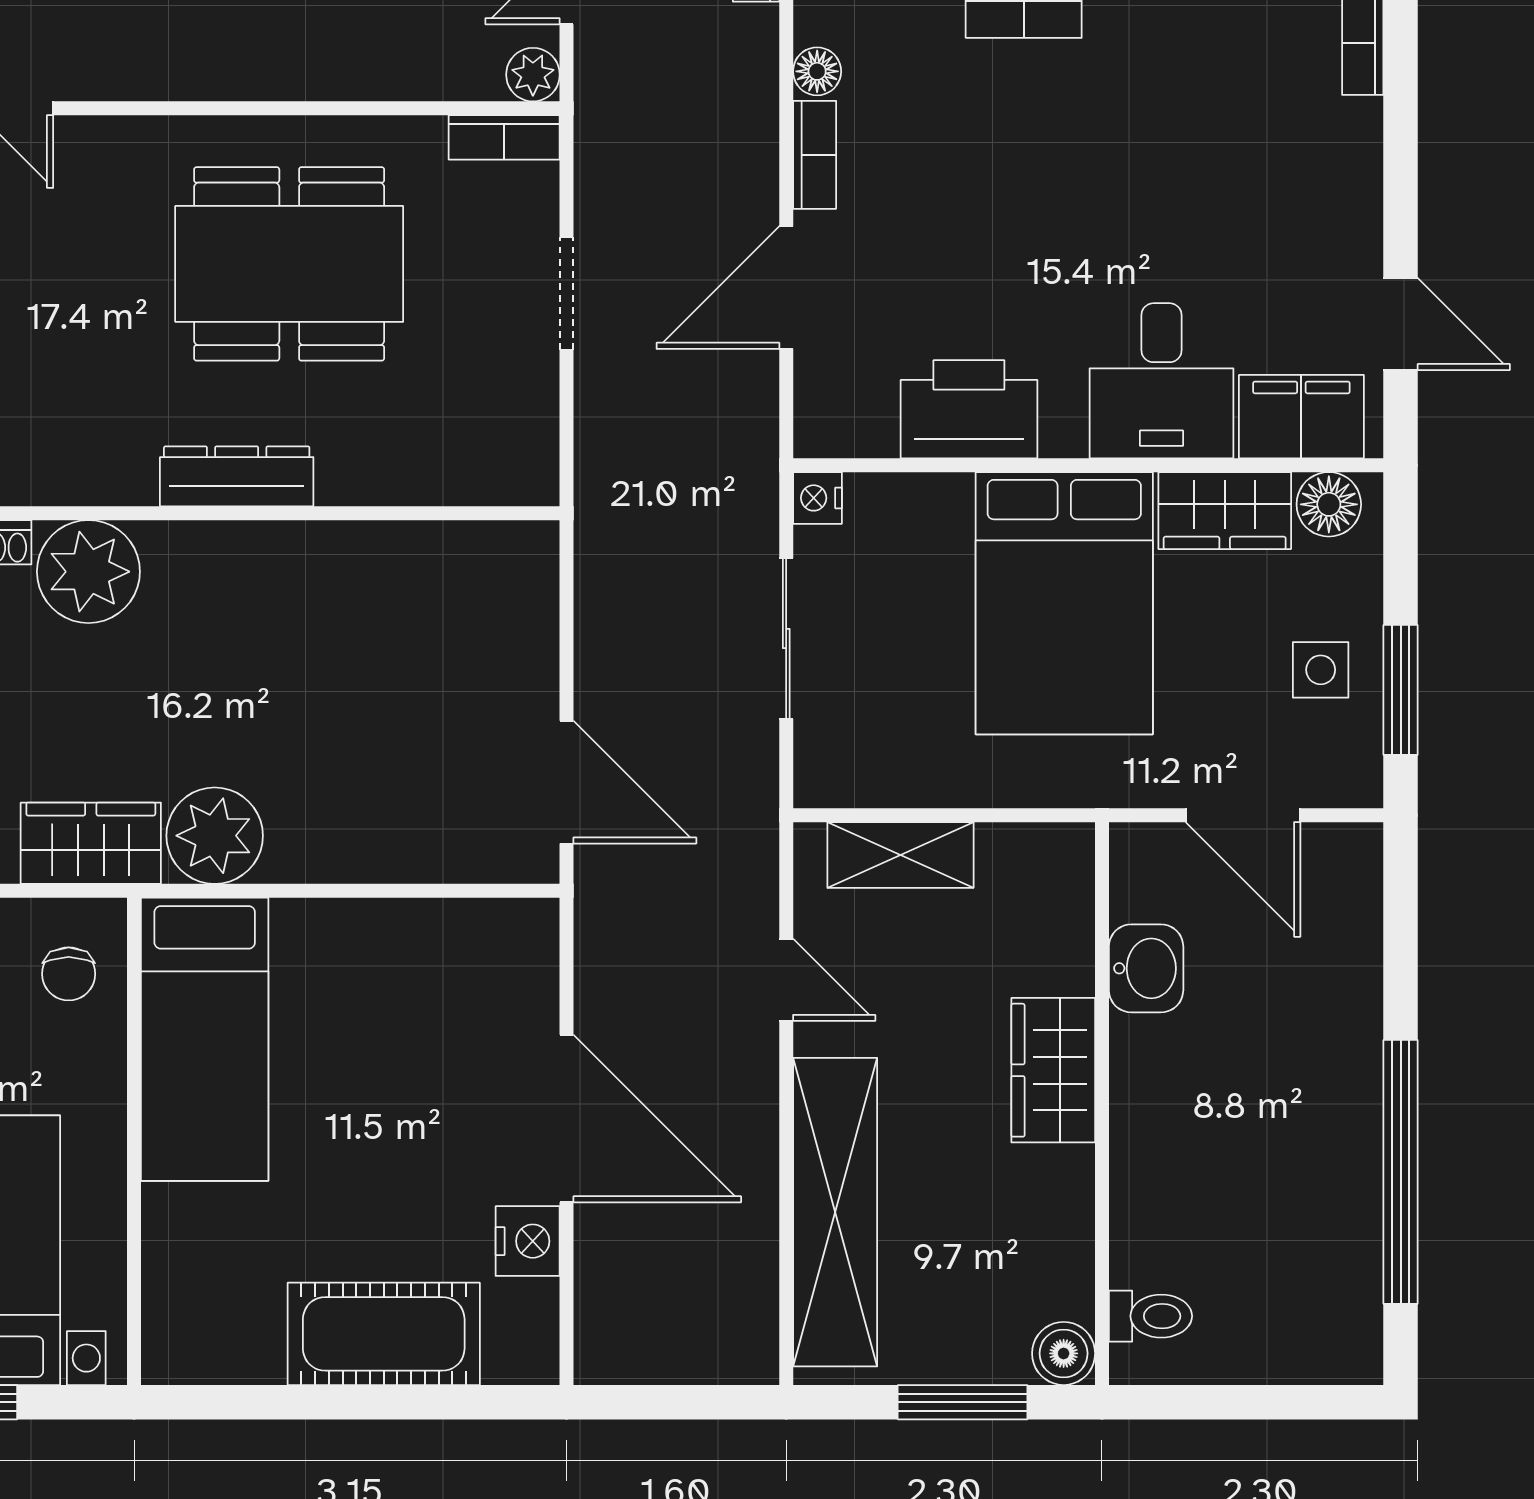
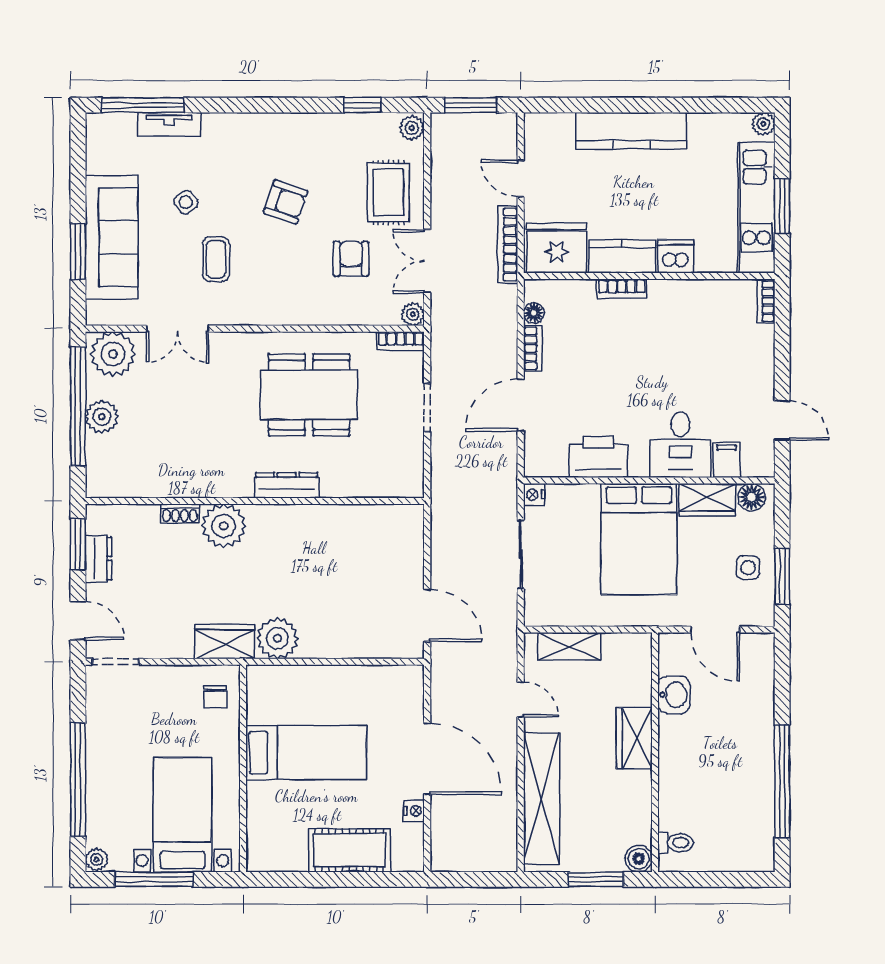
filing cabinet: (1301, 417) -> (727, 460), width x0.50
bed: (205, 1039) -> (306, 753), moved, turned -90
nightstand: (528, 1241) -> (414, 811), width x0.72, depth x0.74

